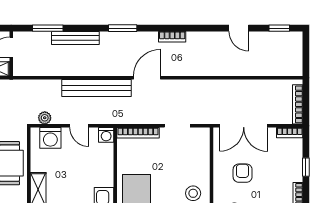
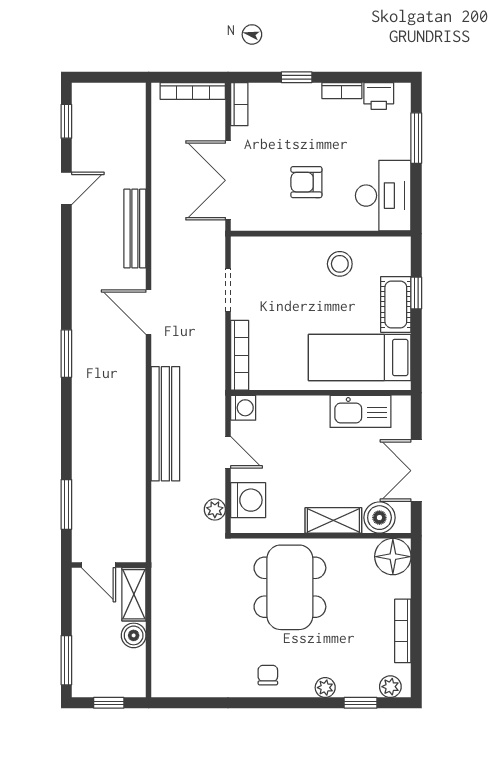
window: (123, 28) -> (66, 354), moved
bookcase: (172, 37) -> (81, 298), removed
bench: (75, 38) -> (135, 228), moved
door: (147, 78) -> (149, 312), moved
door: (79, 126) -> (228, 452), hinge flipped
double door: (244, 126) -> (228, 180), swing flipped

